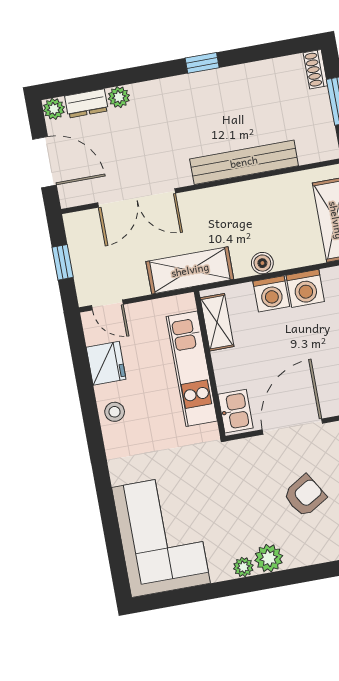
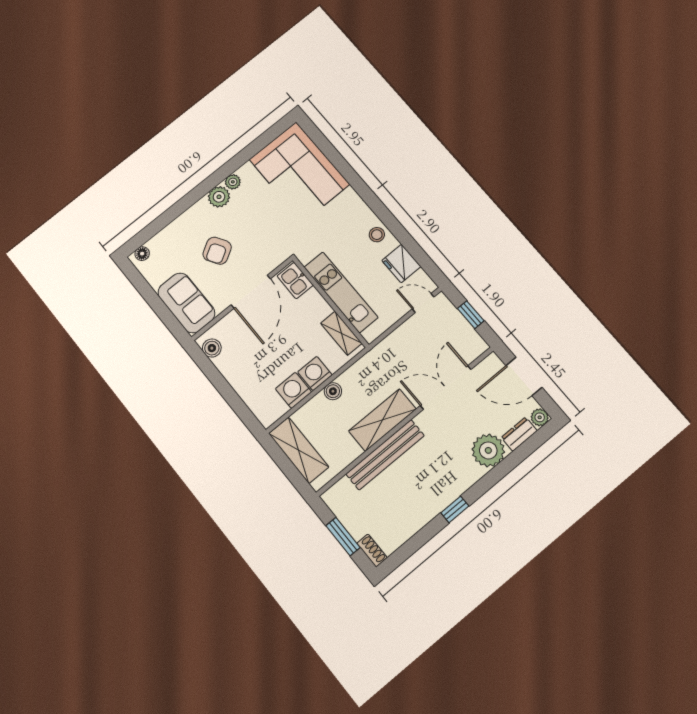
plant: (119, 97) -> (488, 450), width x1.88, depth x1.88
shelving: (190, 270) -> (382, 420), moved

